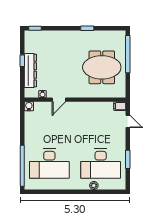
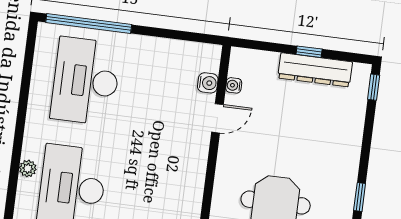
dresser: (30, 71) -> (315, 70), moved
door: (59, 100) -> (217, 118), swing flipped
water cooler: (29, 106) -> (208, 83), moved

